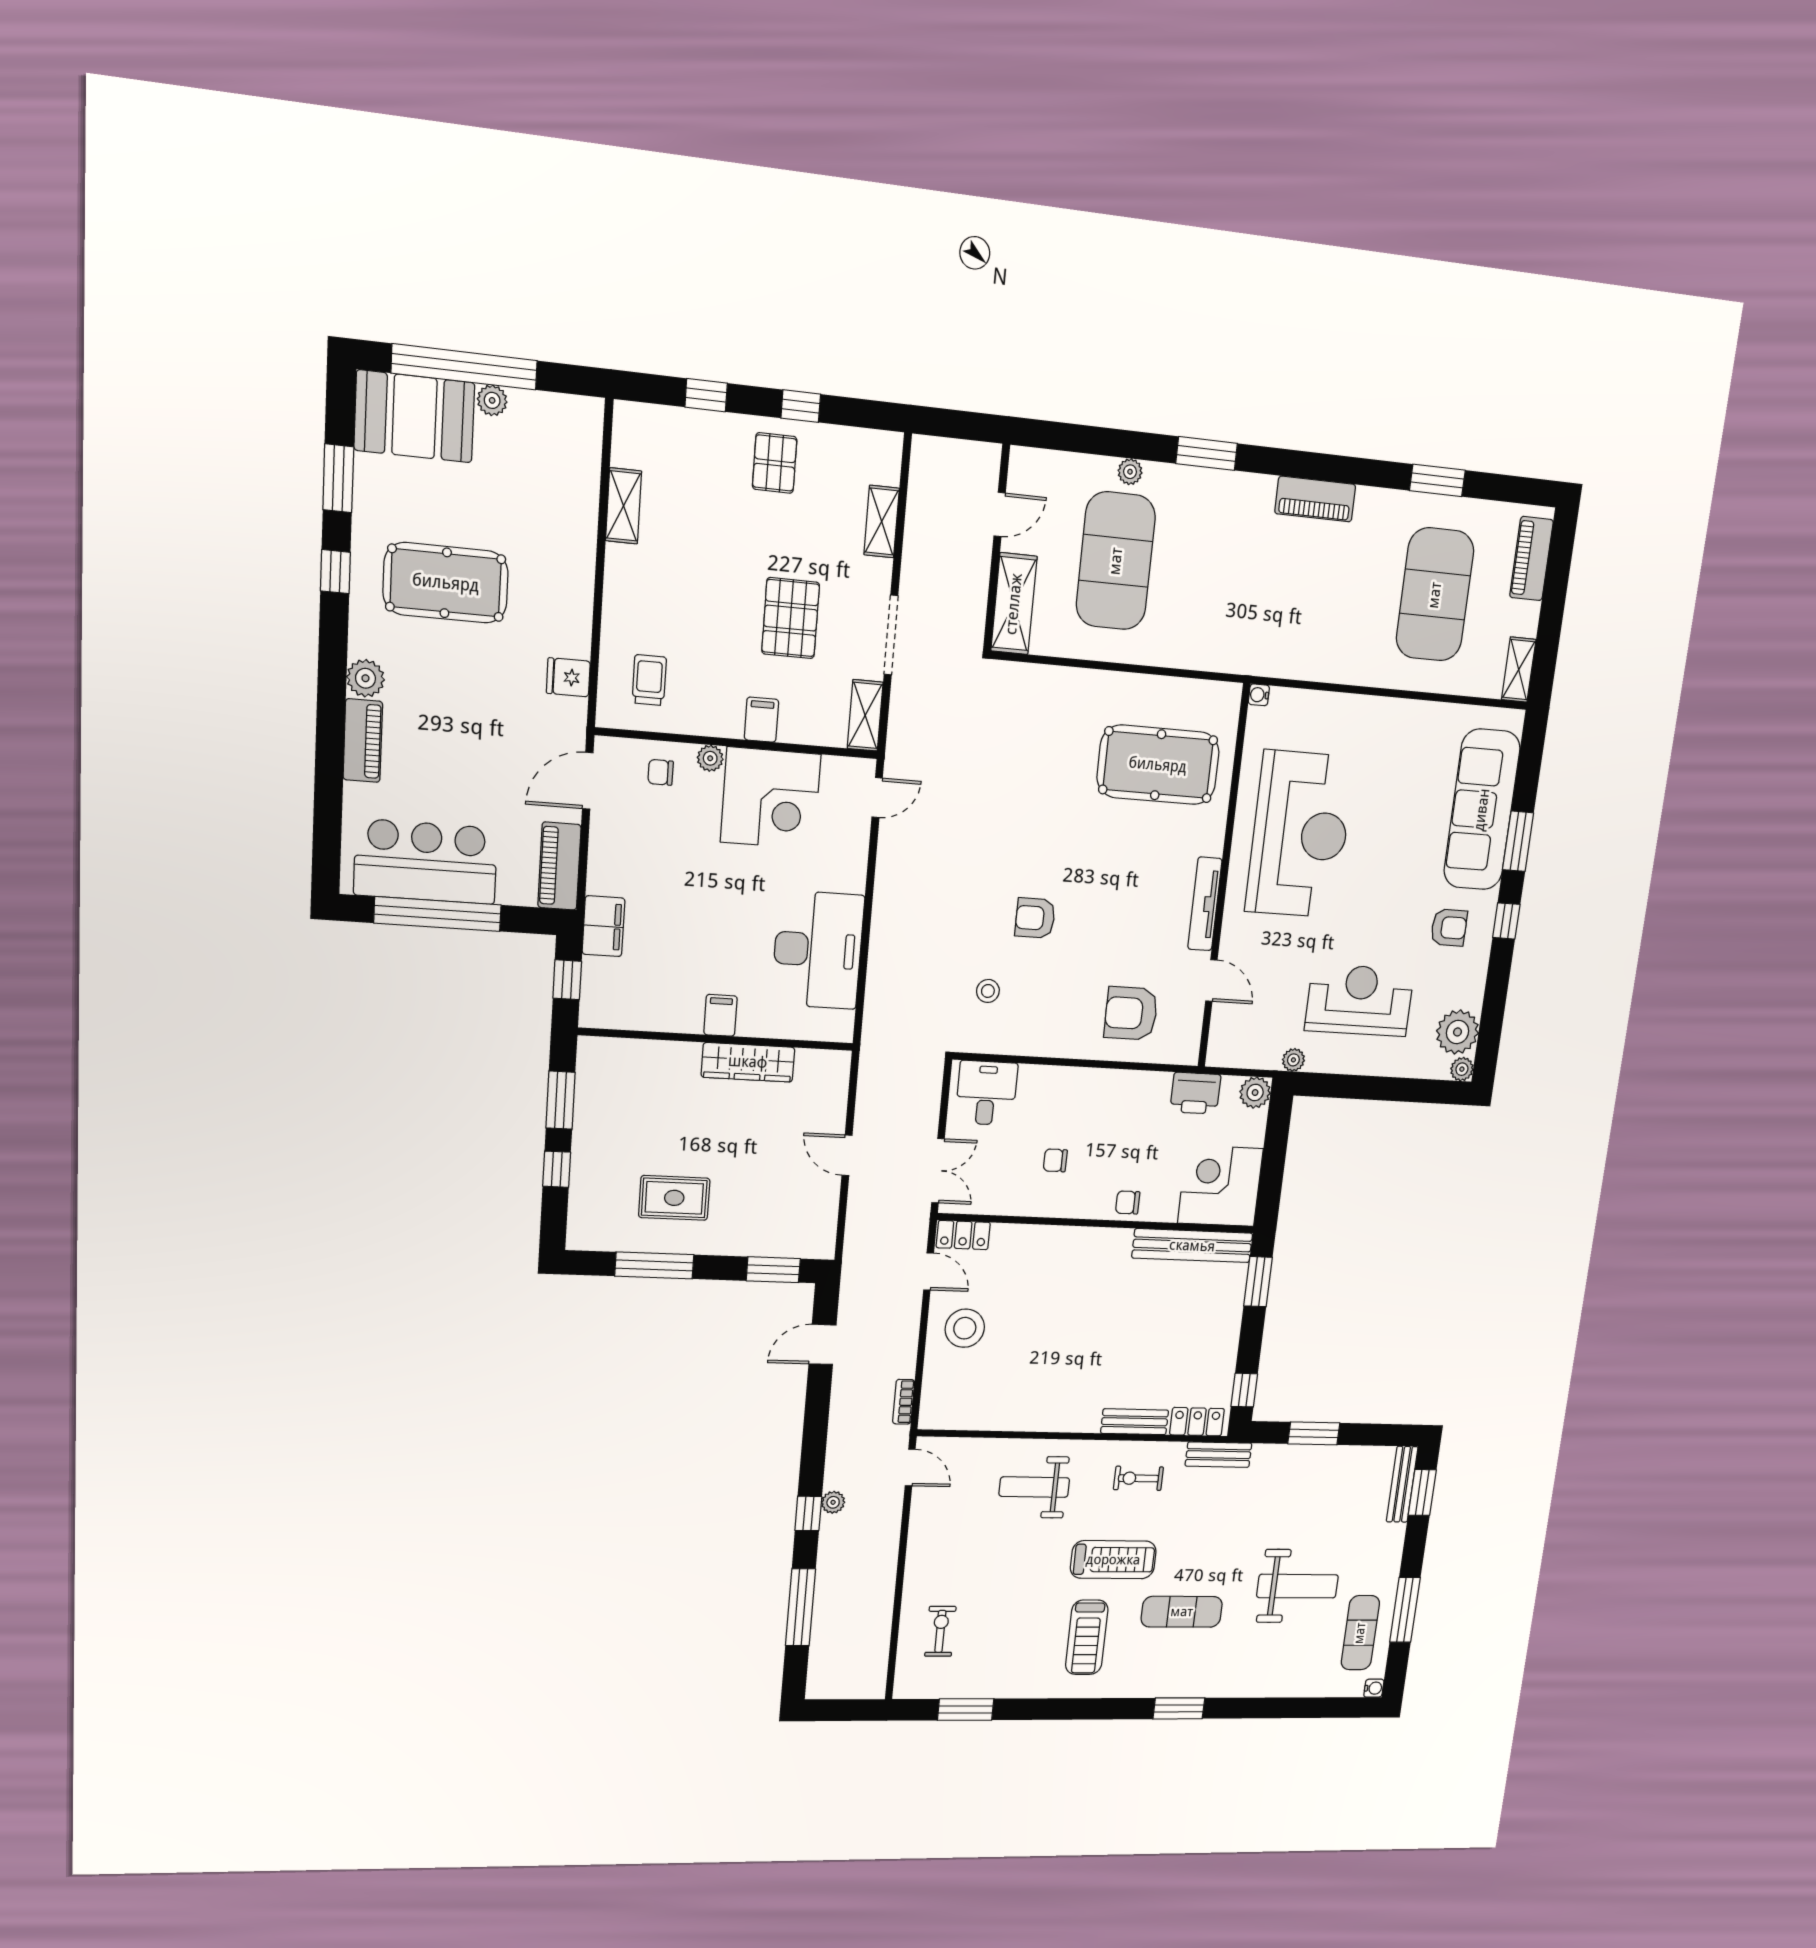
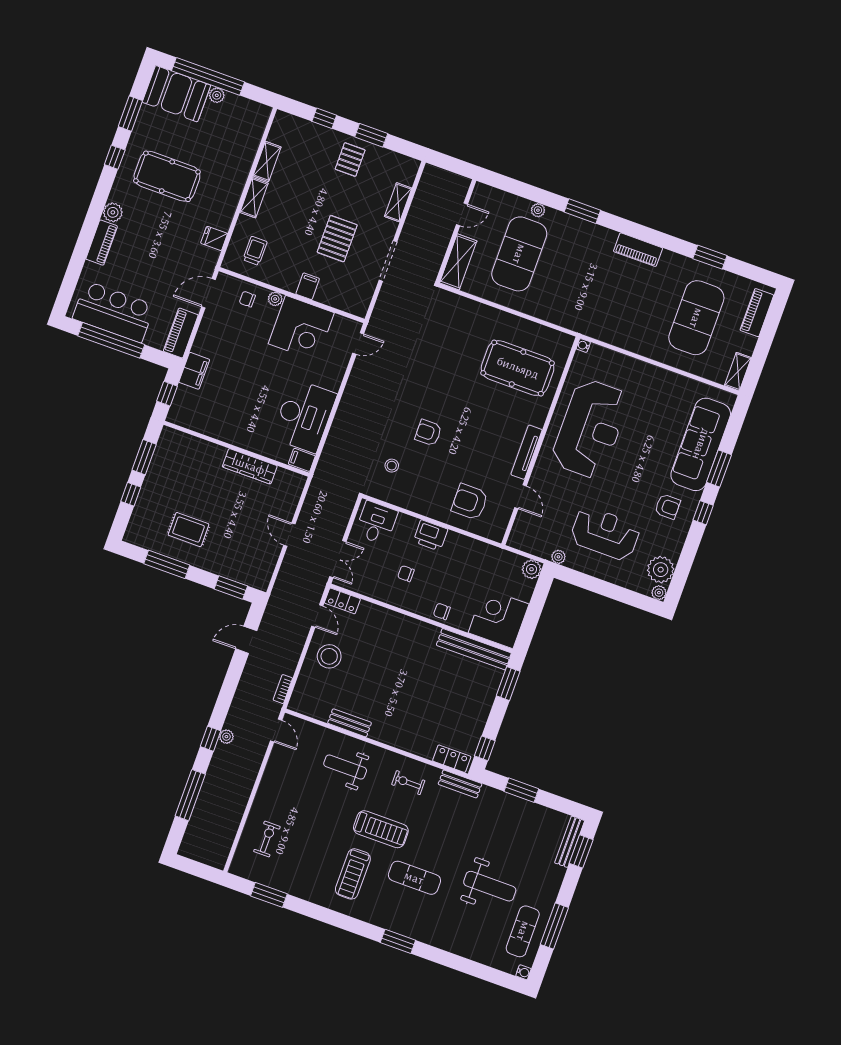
window: (801, 406) -> (371, 135), width x1.50
shelving: (865, 715) -> (254, 198), moved
filing cabinet: (720, 1015) -> (302, 460), moved, turned -90
printer: (1195, 1093) -> (430, 535), moved
bench: (1135, 1422) -> (350, 723), moved

